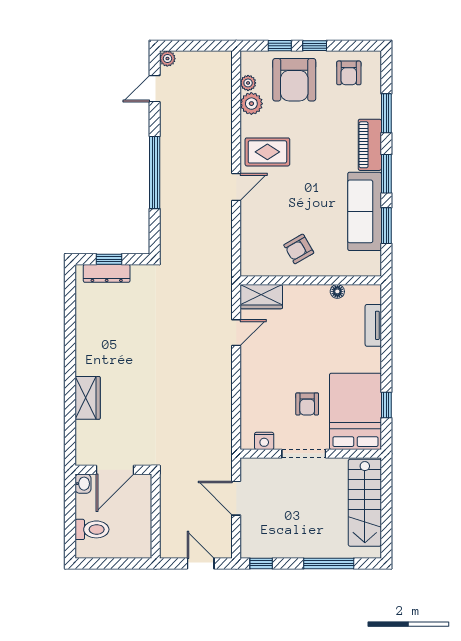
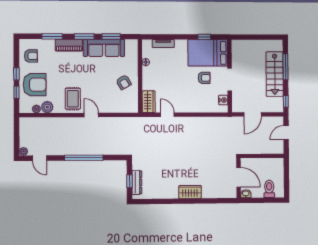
wardrobe: (88, 398) -> (190, 192), moved
stairs: (365, 503) -> (275, 74), moved, turned 90

